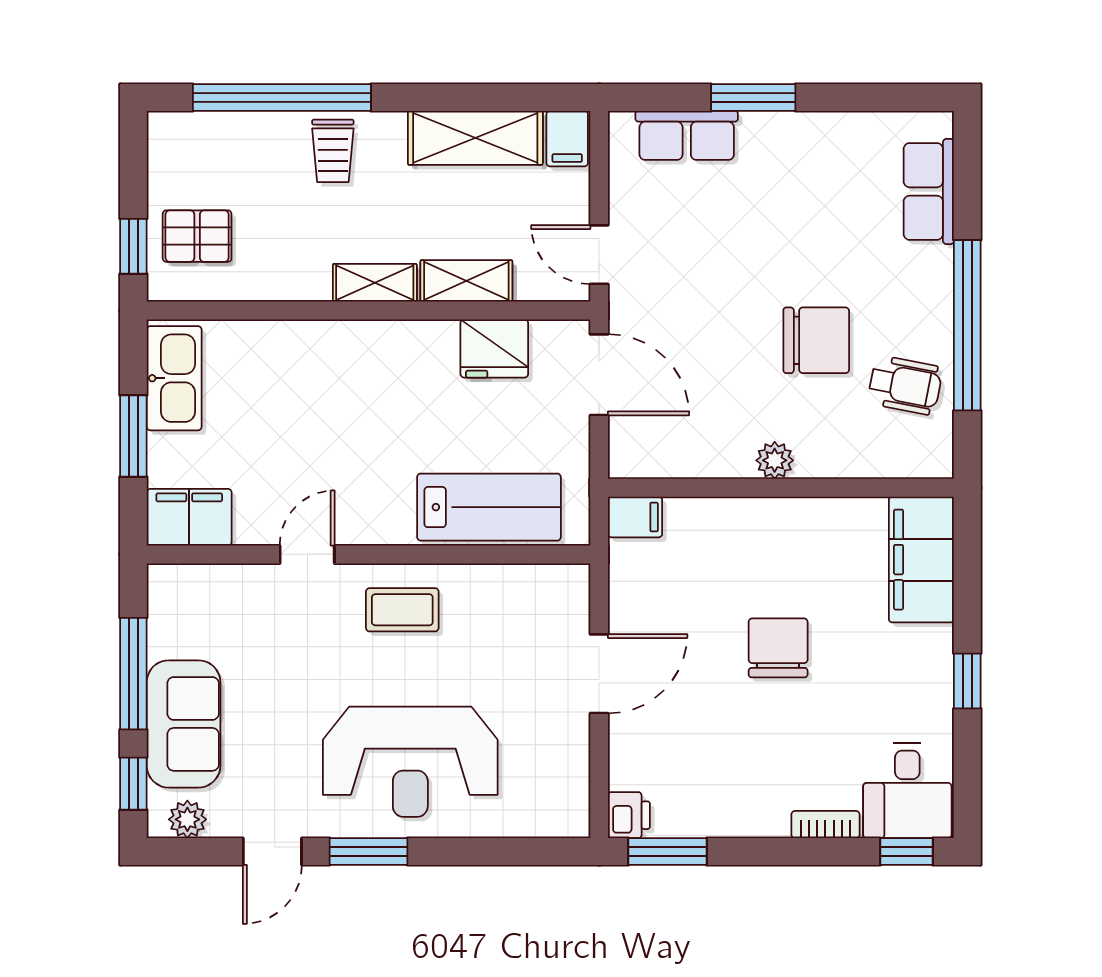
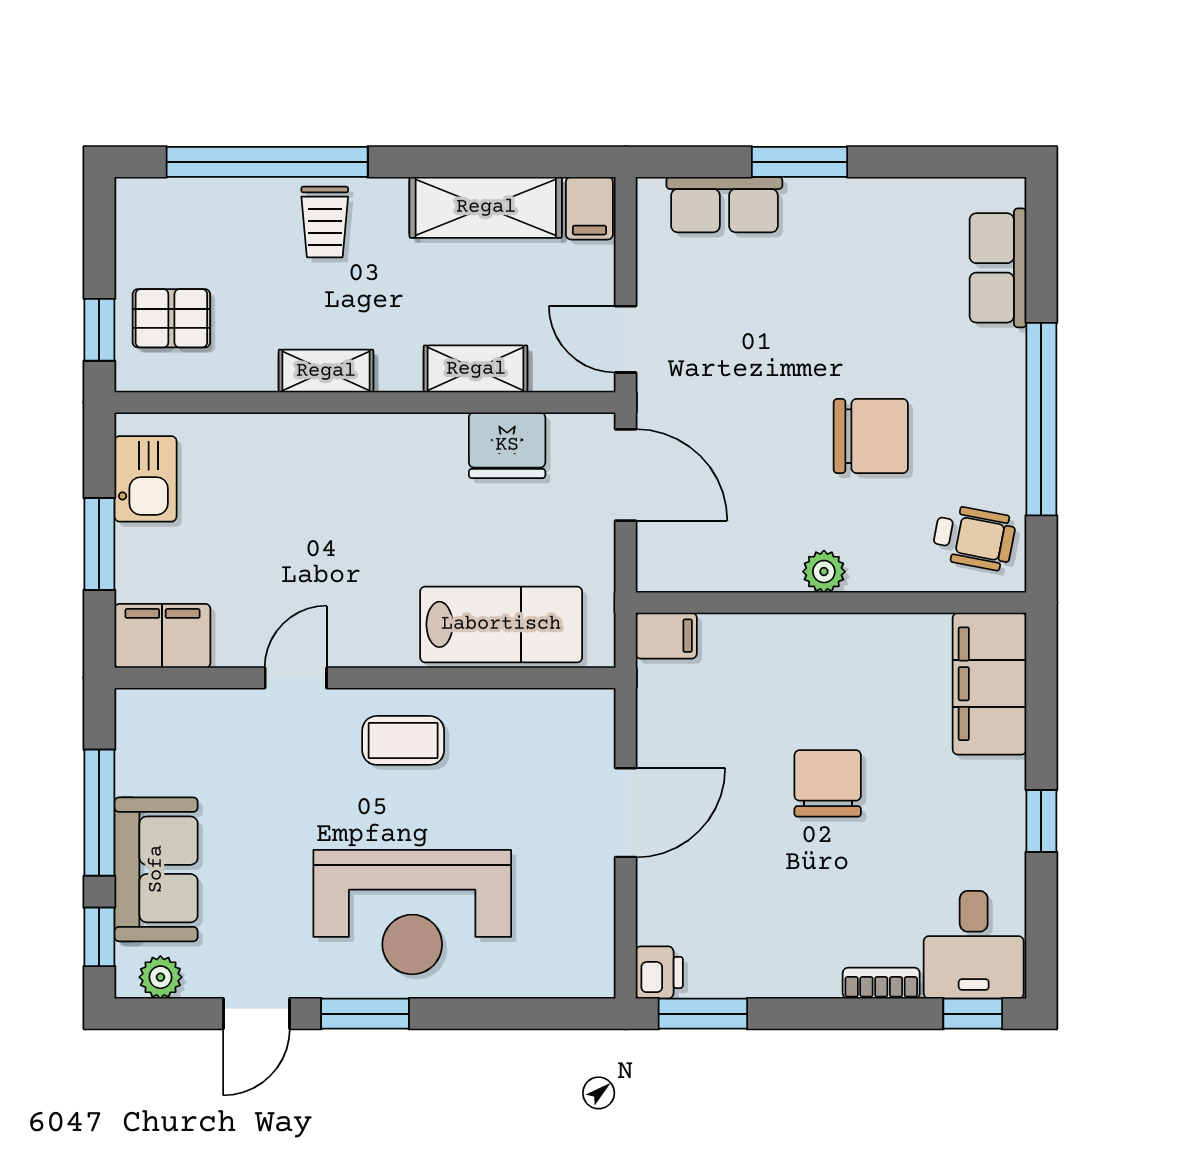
shelving: (375, 283) -> (326, 371), moved
kitchen sink: (174, 378) -> (146, 479), width x0.73
wheelchair: (905, 385) -> (974, 538), moved

